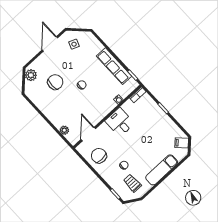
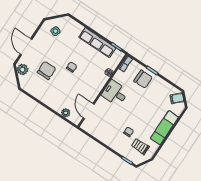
door: (50, 44) -> (26, 47), moved
chair: (99, 156) -> (143, 79), moved, turned 180

